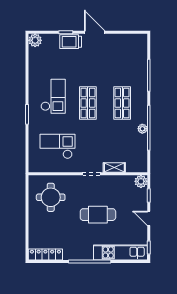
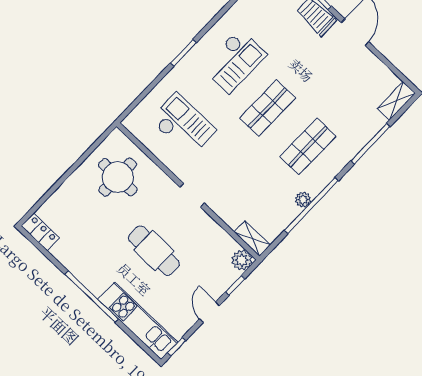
shelving: (142, 45) -> (396, 101), added
shelving: (114, 167) -> (252, 238), moved
locker: (45, 254) -> (40, 232), width x0.66

